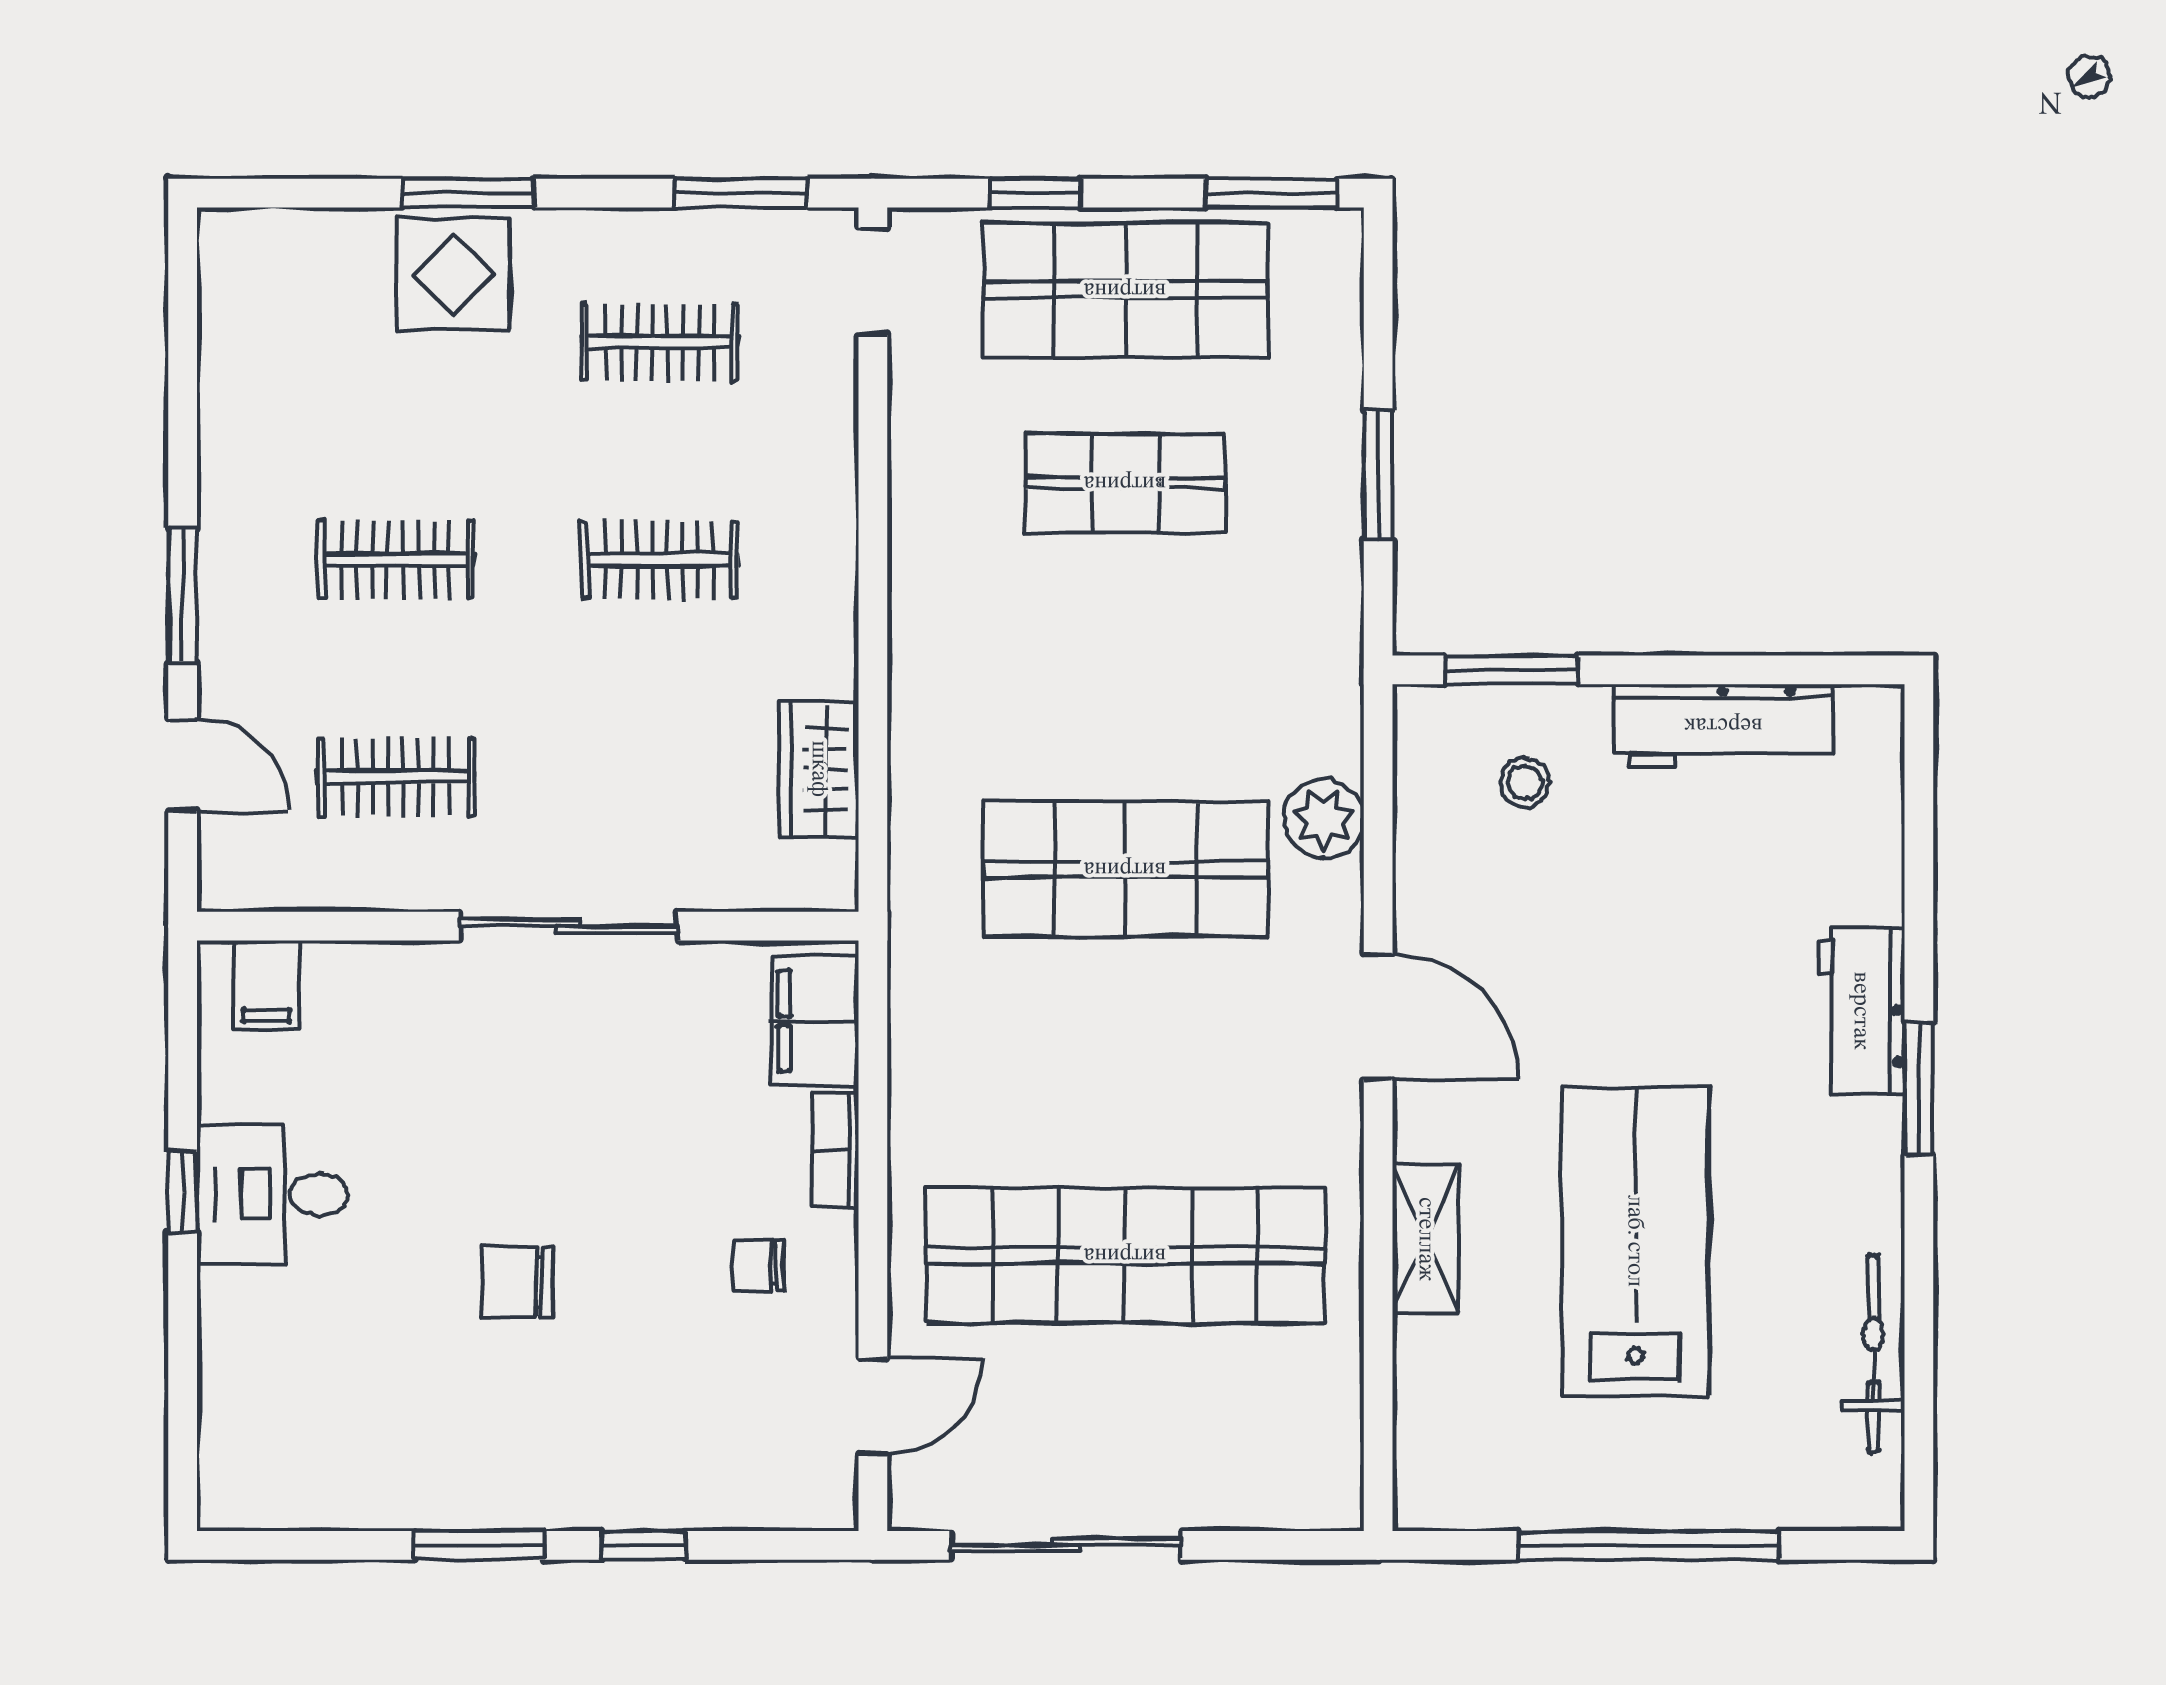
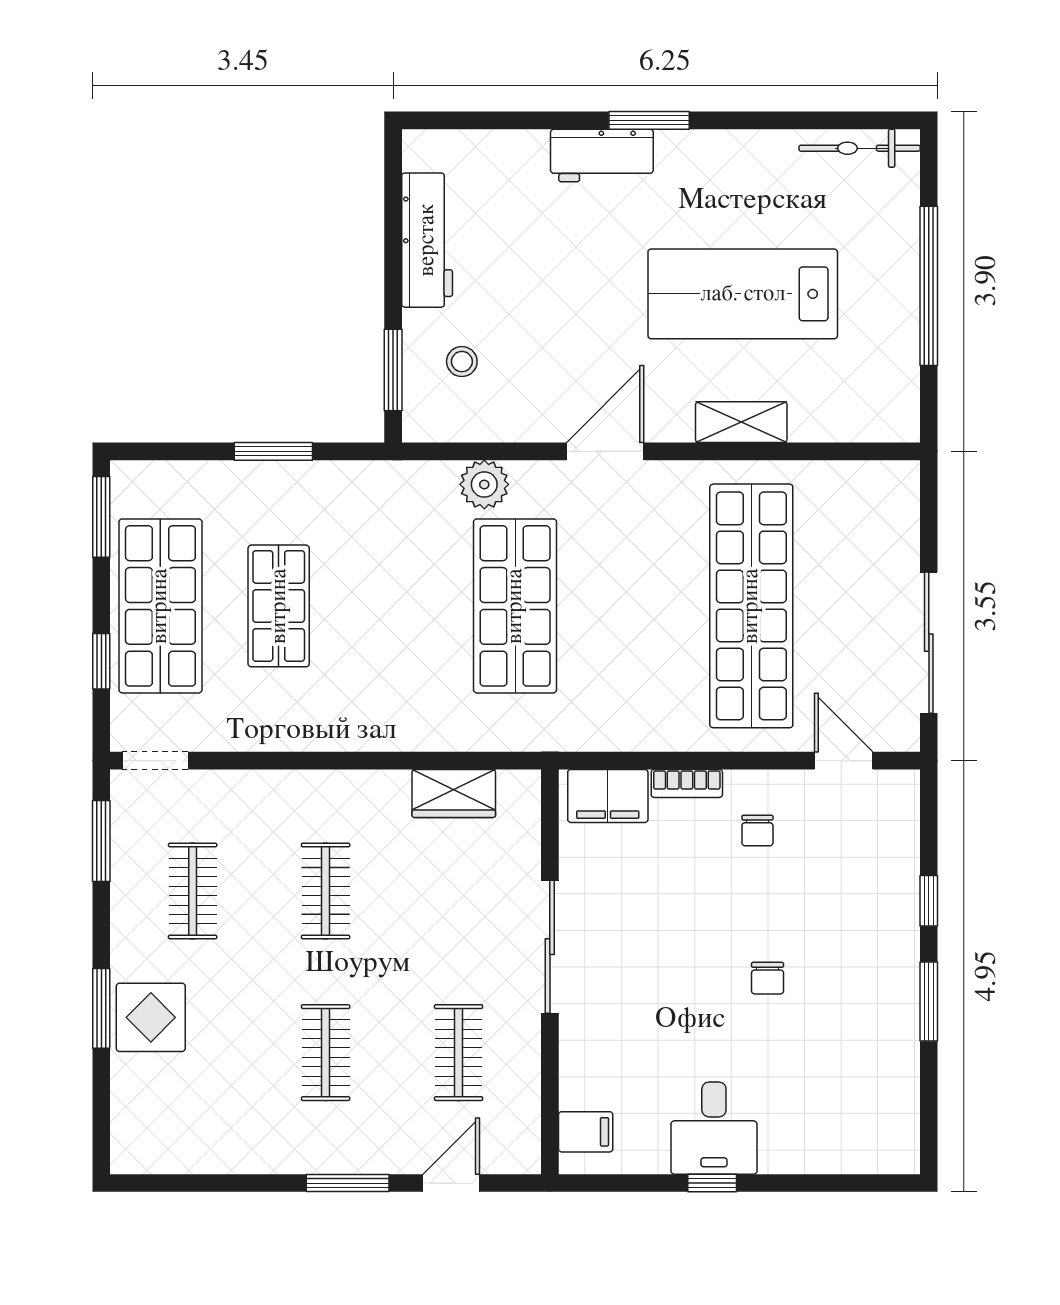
chair: (517, 1282) -> (768, 978), width x0.73, depth x0.73
bicycle: (1873, 1354) -> (860, 148), moved

